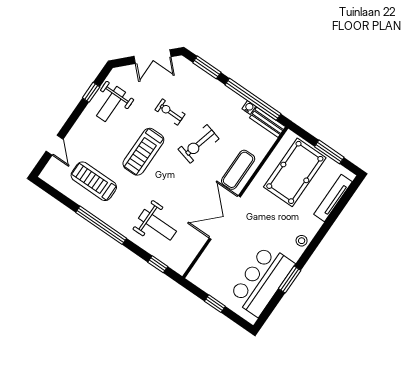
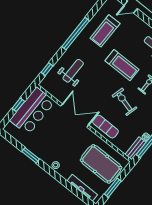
treadmill: (143, 152) -> (122, 65), turned 180
treadmill: (94, 181) -> (105, 31), turned 180
weight bench: (157, 225) -> (73, 71), turned 180
bar counter: (262, 280) -> (32, 111), moved, turned 90

